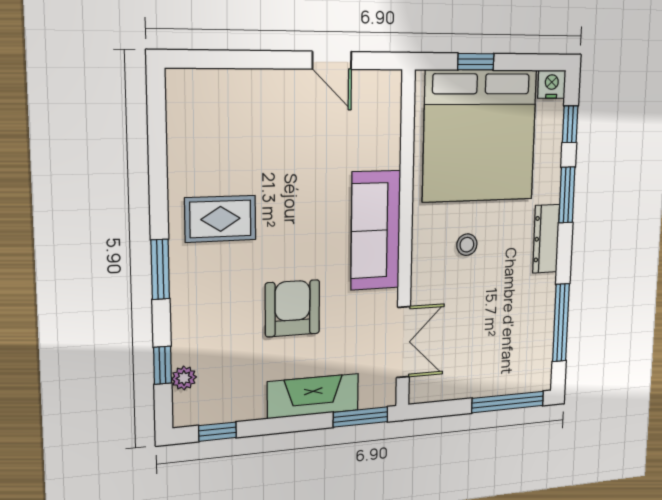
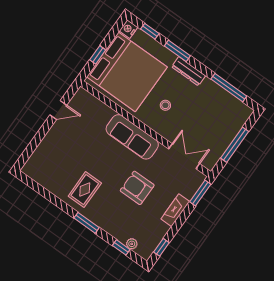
fireplace: (313, 396) -> (175, 210), width x0.73, depth x0.76
window: (508, 402) -> (235, 145), moved

